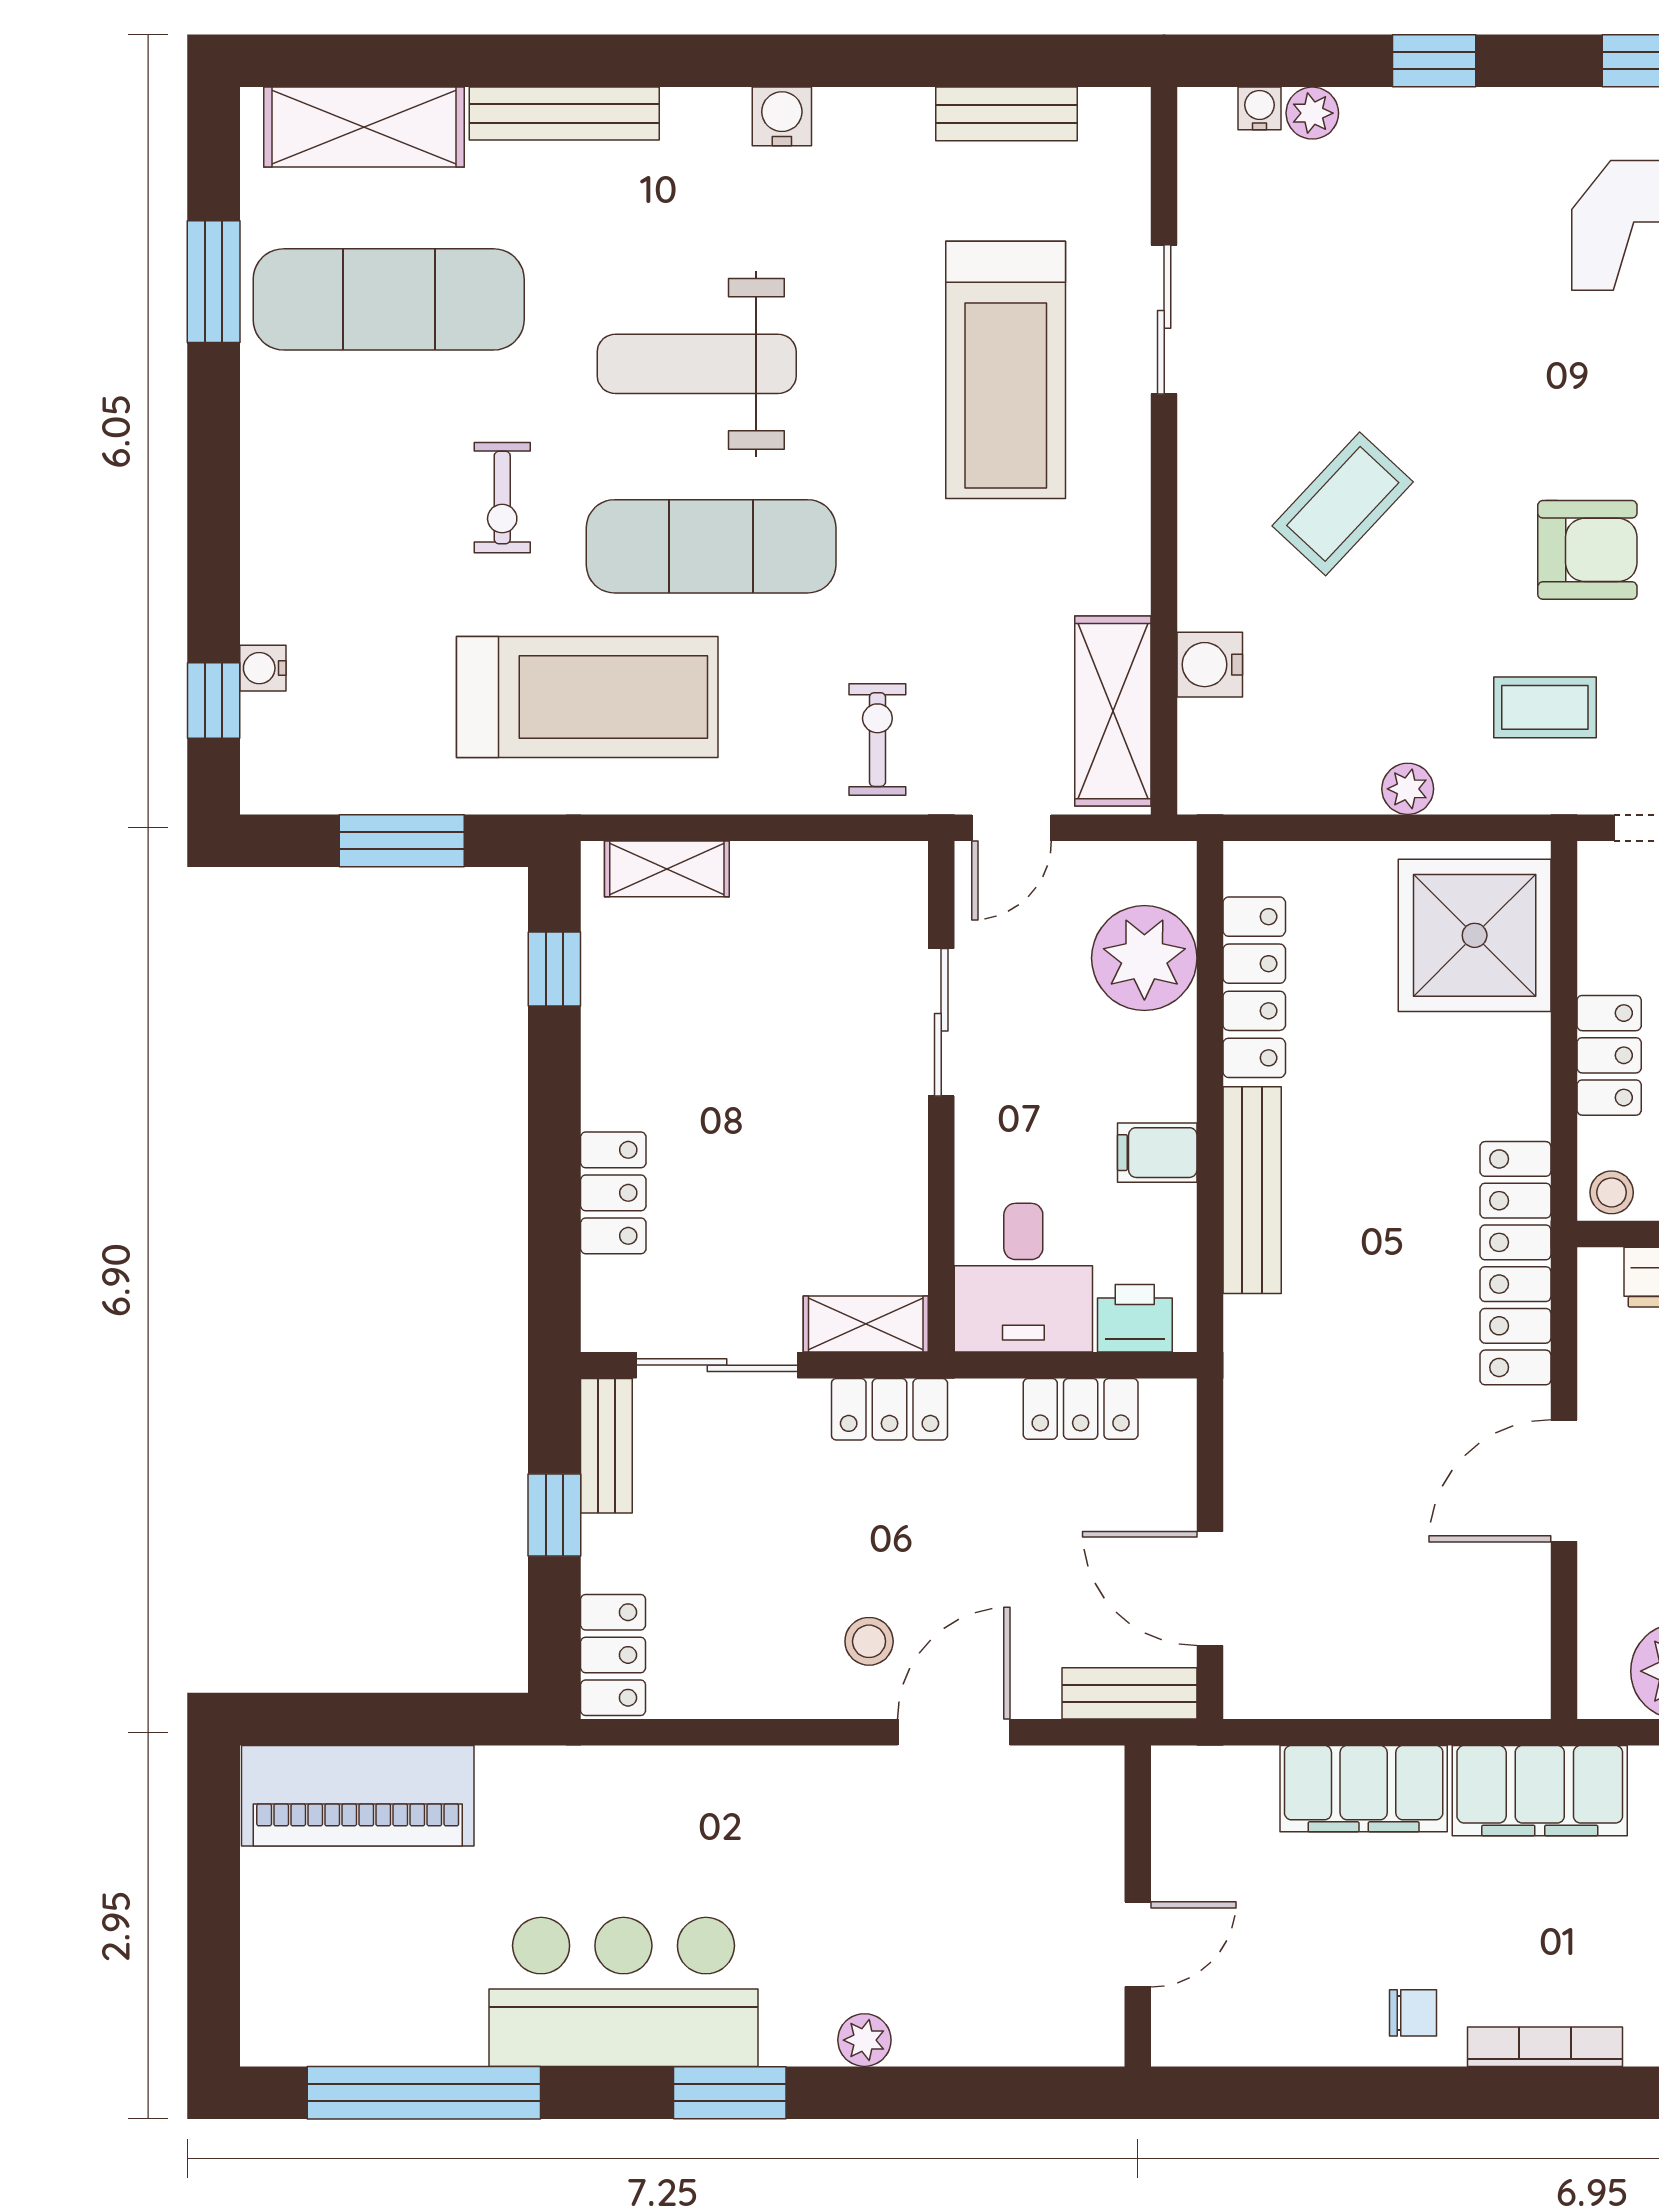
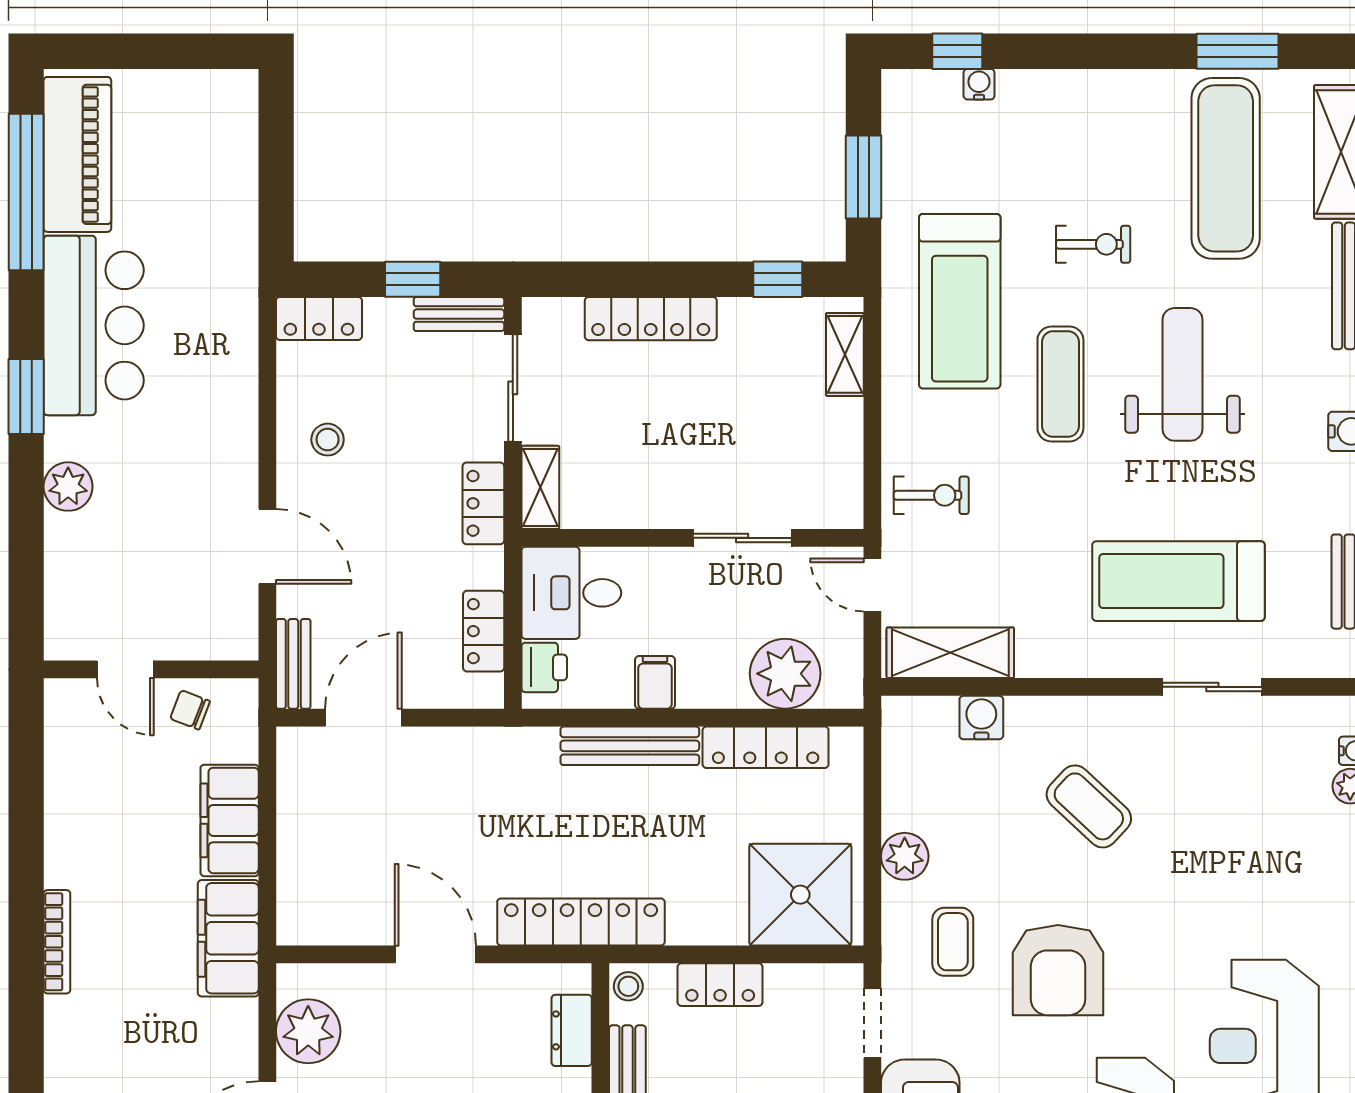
exercise bike: (502, 498) -> (1093, 244), turned 180
exercise mat: (711, 546) -> (1060, 384), width x0.73, depth x0.69
armchair: (1587, 550) -> (1058, 970), width x1.36, depth x1.36
plant: (1408, 789) -> (905, 856), width x1.38, depth x1.38
locker: (613, 1193) -> (651, 319), width x1.53
stool: (869, 1641) -> (328, 440), moved
piano: (358, 1796) -> (77, 154), moved, turned 180
chair: (1413, 2013) -> (190, 710), moved, turned 111
plant: (864, 2040) -> (68, 487), width x1.38, depth x1.38

